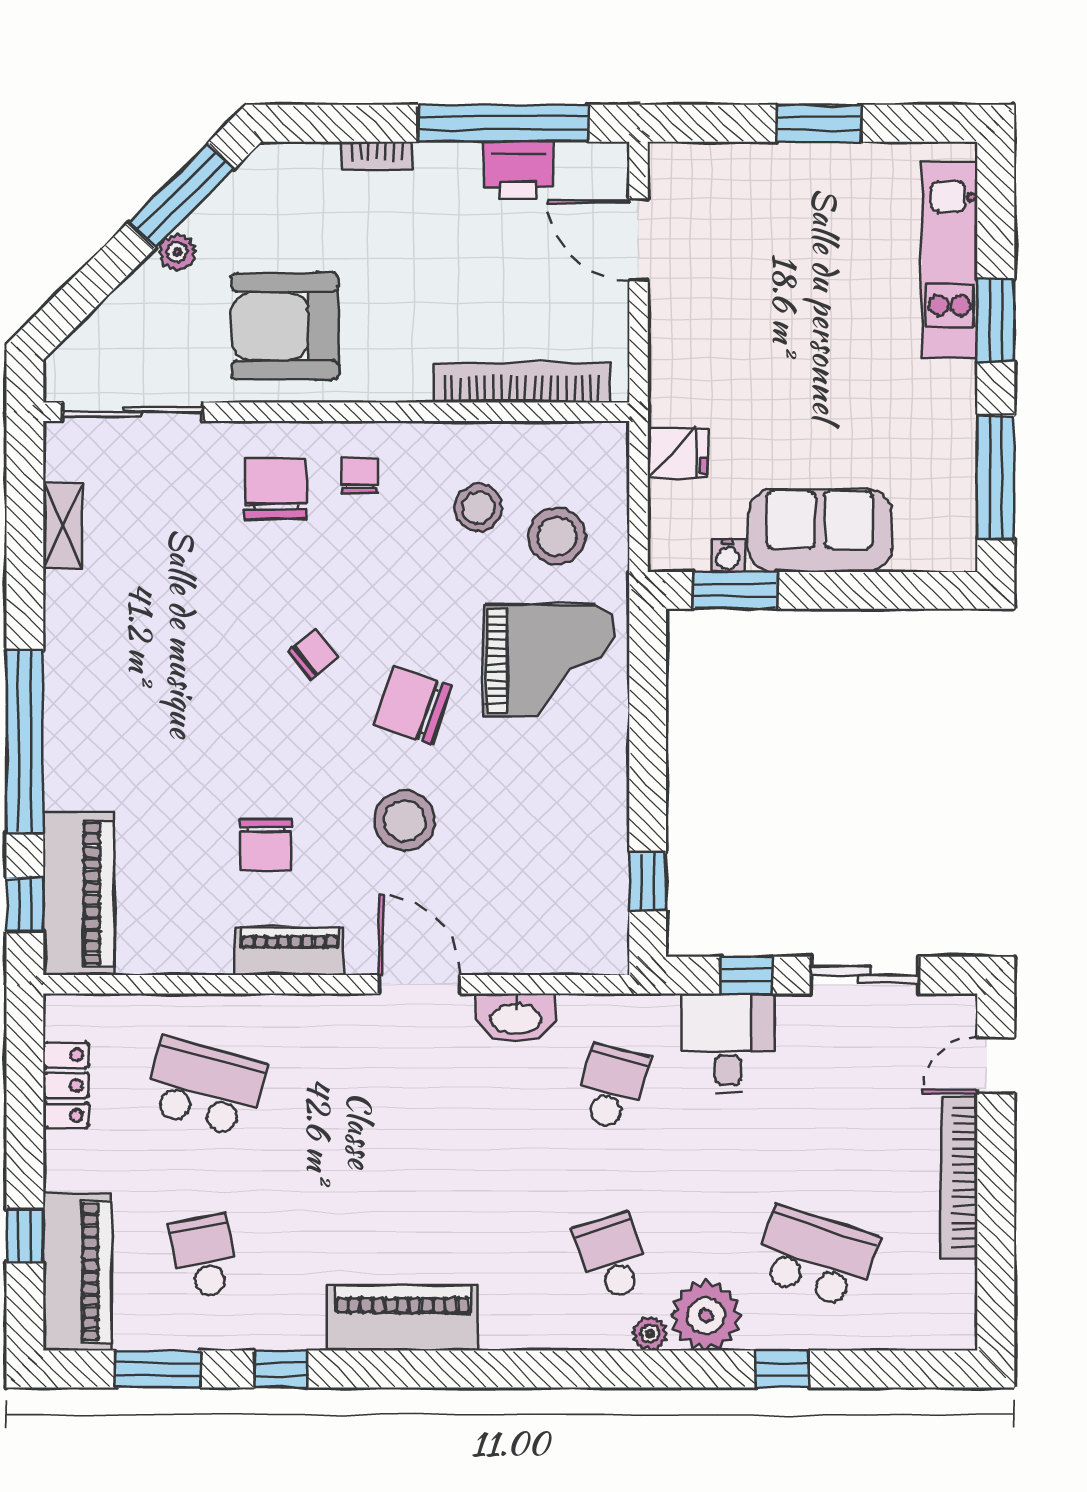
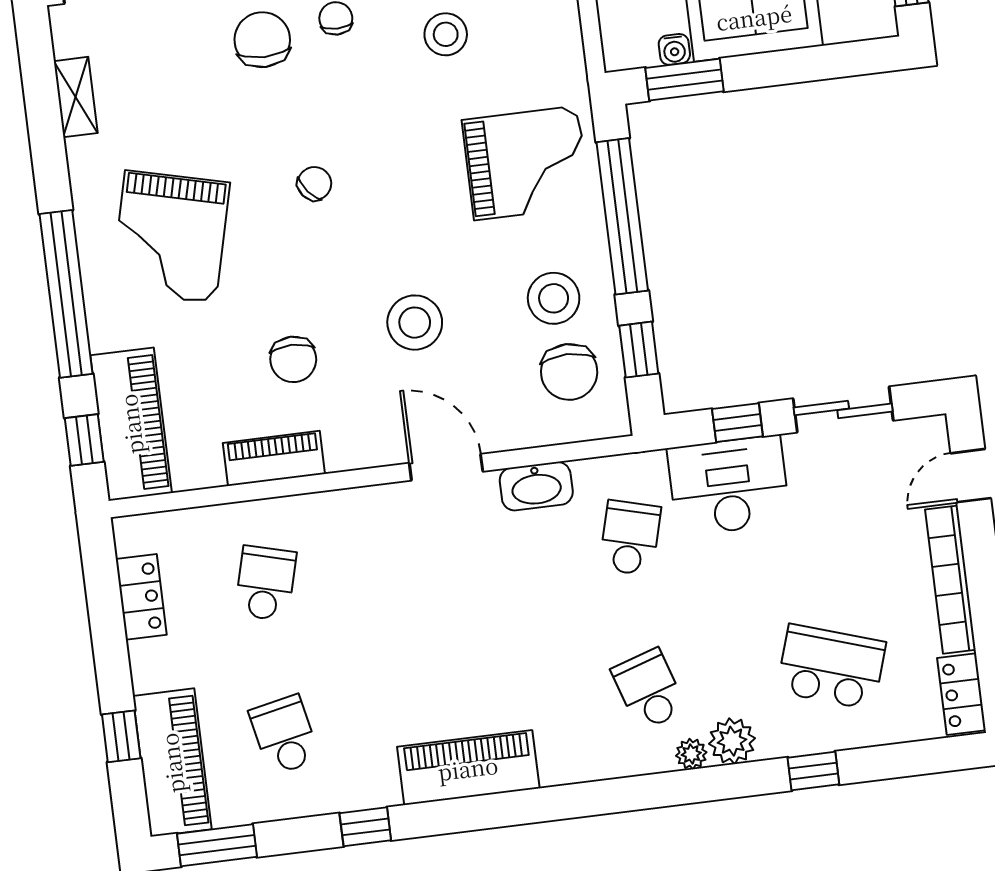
stool: (557, 536) -> (554, 298), moved
grand piano: (147, 693) -> (170, 237), added
chair: (412, 705) -> (569, 372), moved, turned -109
window: (648, 732) -> (622, 216), added
piano: (290, 951) -> (274, 458), moved
desk: (728, 1043) -> (729, 486), width x1.37
school desk: (205, 1087) -> (266, 583), width x0.54
locker: (956, 1305) -> (961, 694), added
plant: (706, 1316) -> (732, 741), width x0.73, depth x0.73
window: (158, 1369) -> (217, 845), moved

